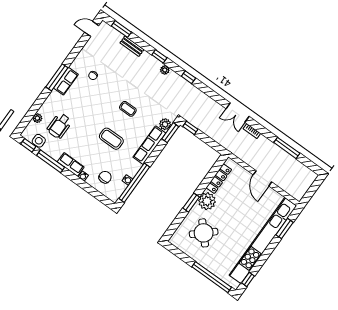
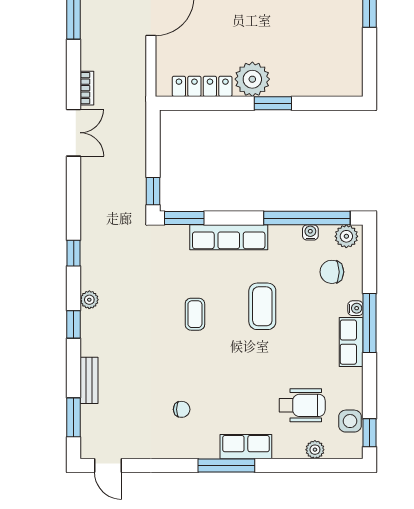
row of seats: (66, 81) -> (246, 447), moved
plant: (165, 124) -> (346, 236), moved
window: (51, 161) -> (370, 323), moved
round table: (204, 233) -> (308, 48), removed

